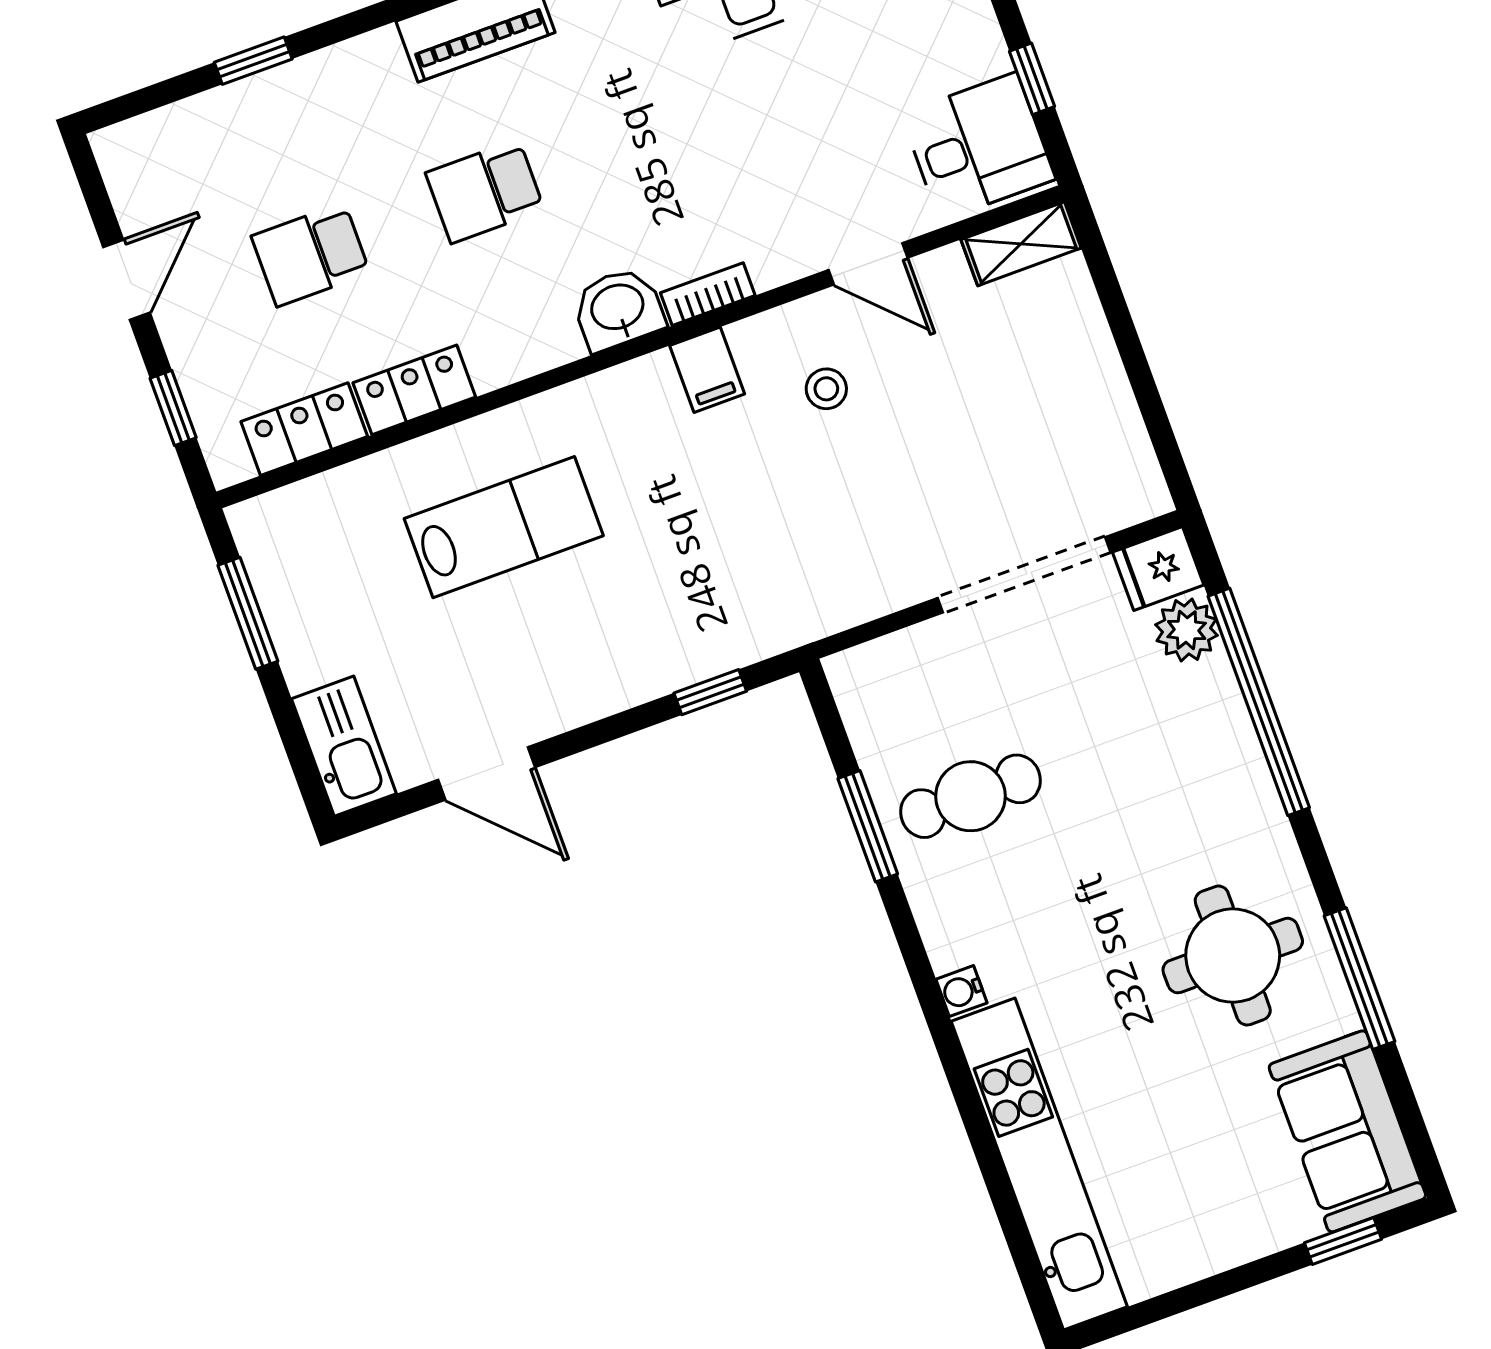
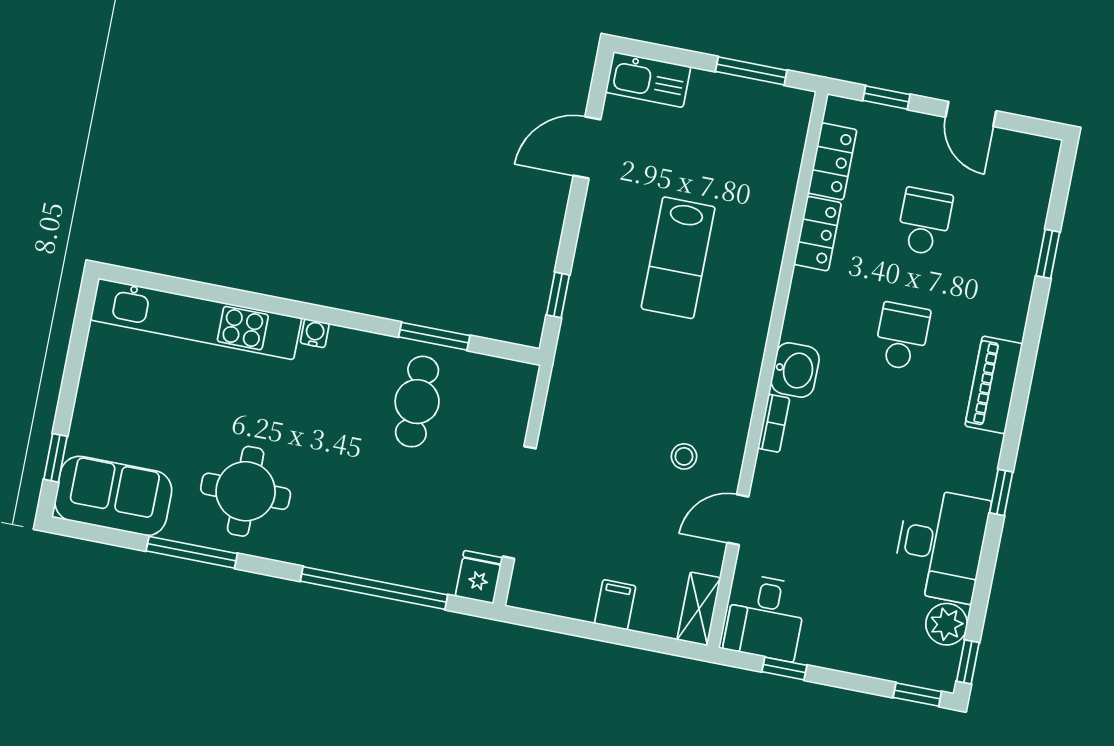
filing cabinet: (707, 370) -> (615, 605), moved, turned 90
lab bench: (504, 527) -> (678, 258), moved
plant: (1187, 630) -> (436, 572), removed

